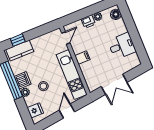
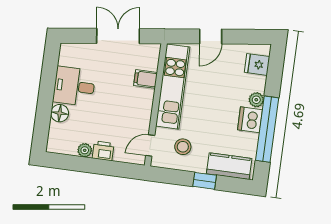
floor lamp: (116, 14) -> (60, 113), moved
window: (18, 40) -> (205, 181), moved
filing cabinet: (82, 58) -> (146, 79), moved
stool: (43, 86) -> (183, 147), moved

